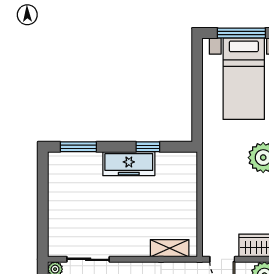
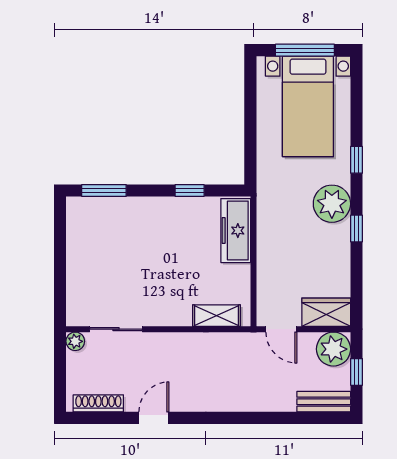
freezer: (129, 164) -> (236, 231), moved, turned 90

